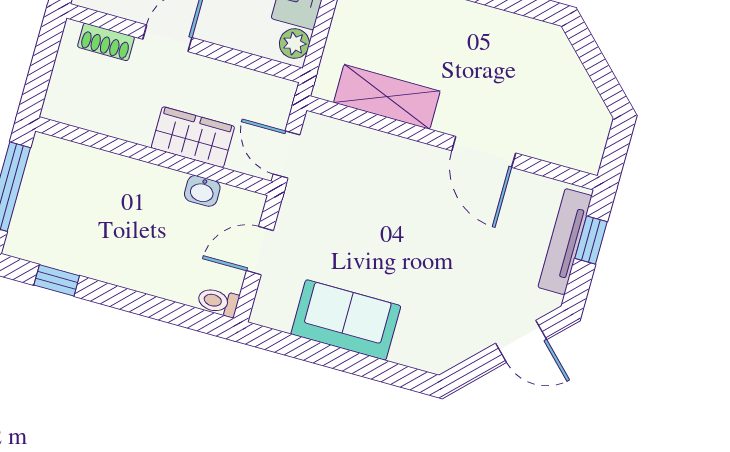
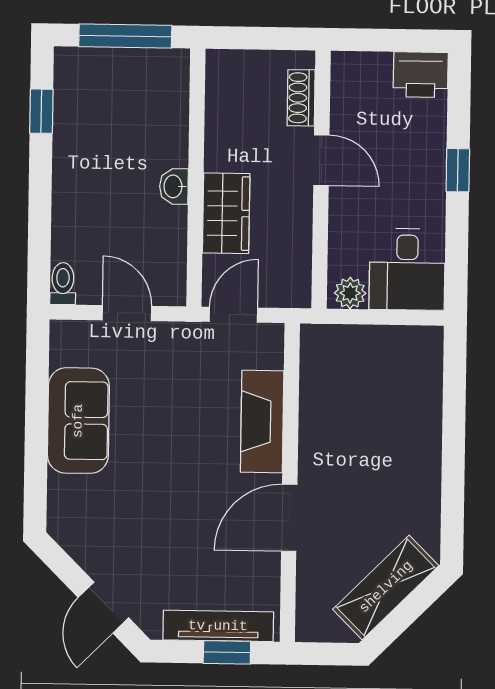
shelving: (387, 97) -> (386, 587), moved, turned 45
fireplace: (390, 154) -> (262, 422), added
washbasin: (202, 191) -> (174, 186), moved

